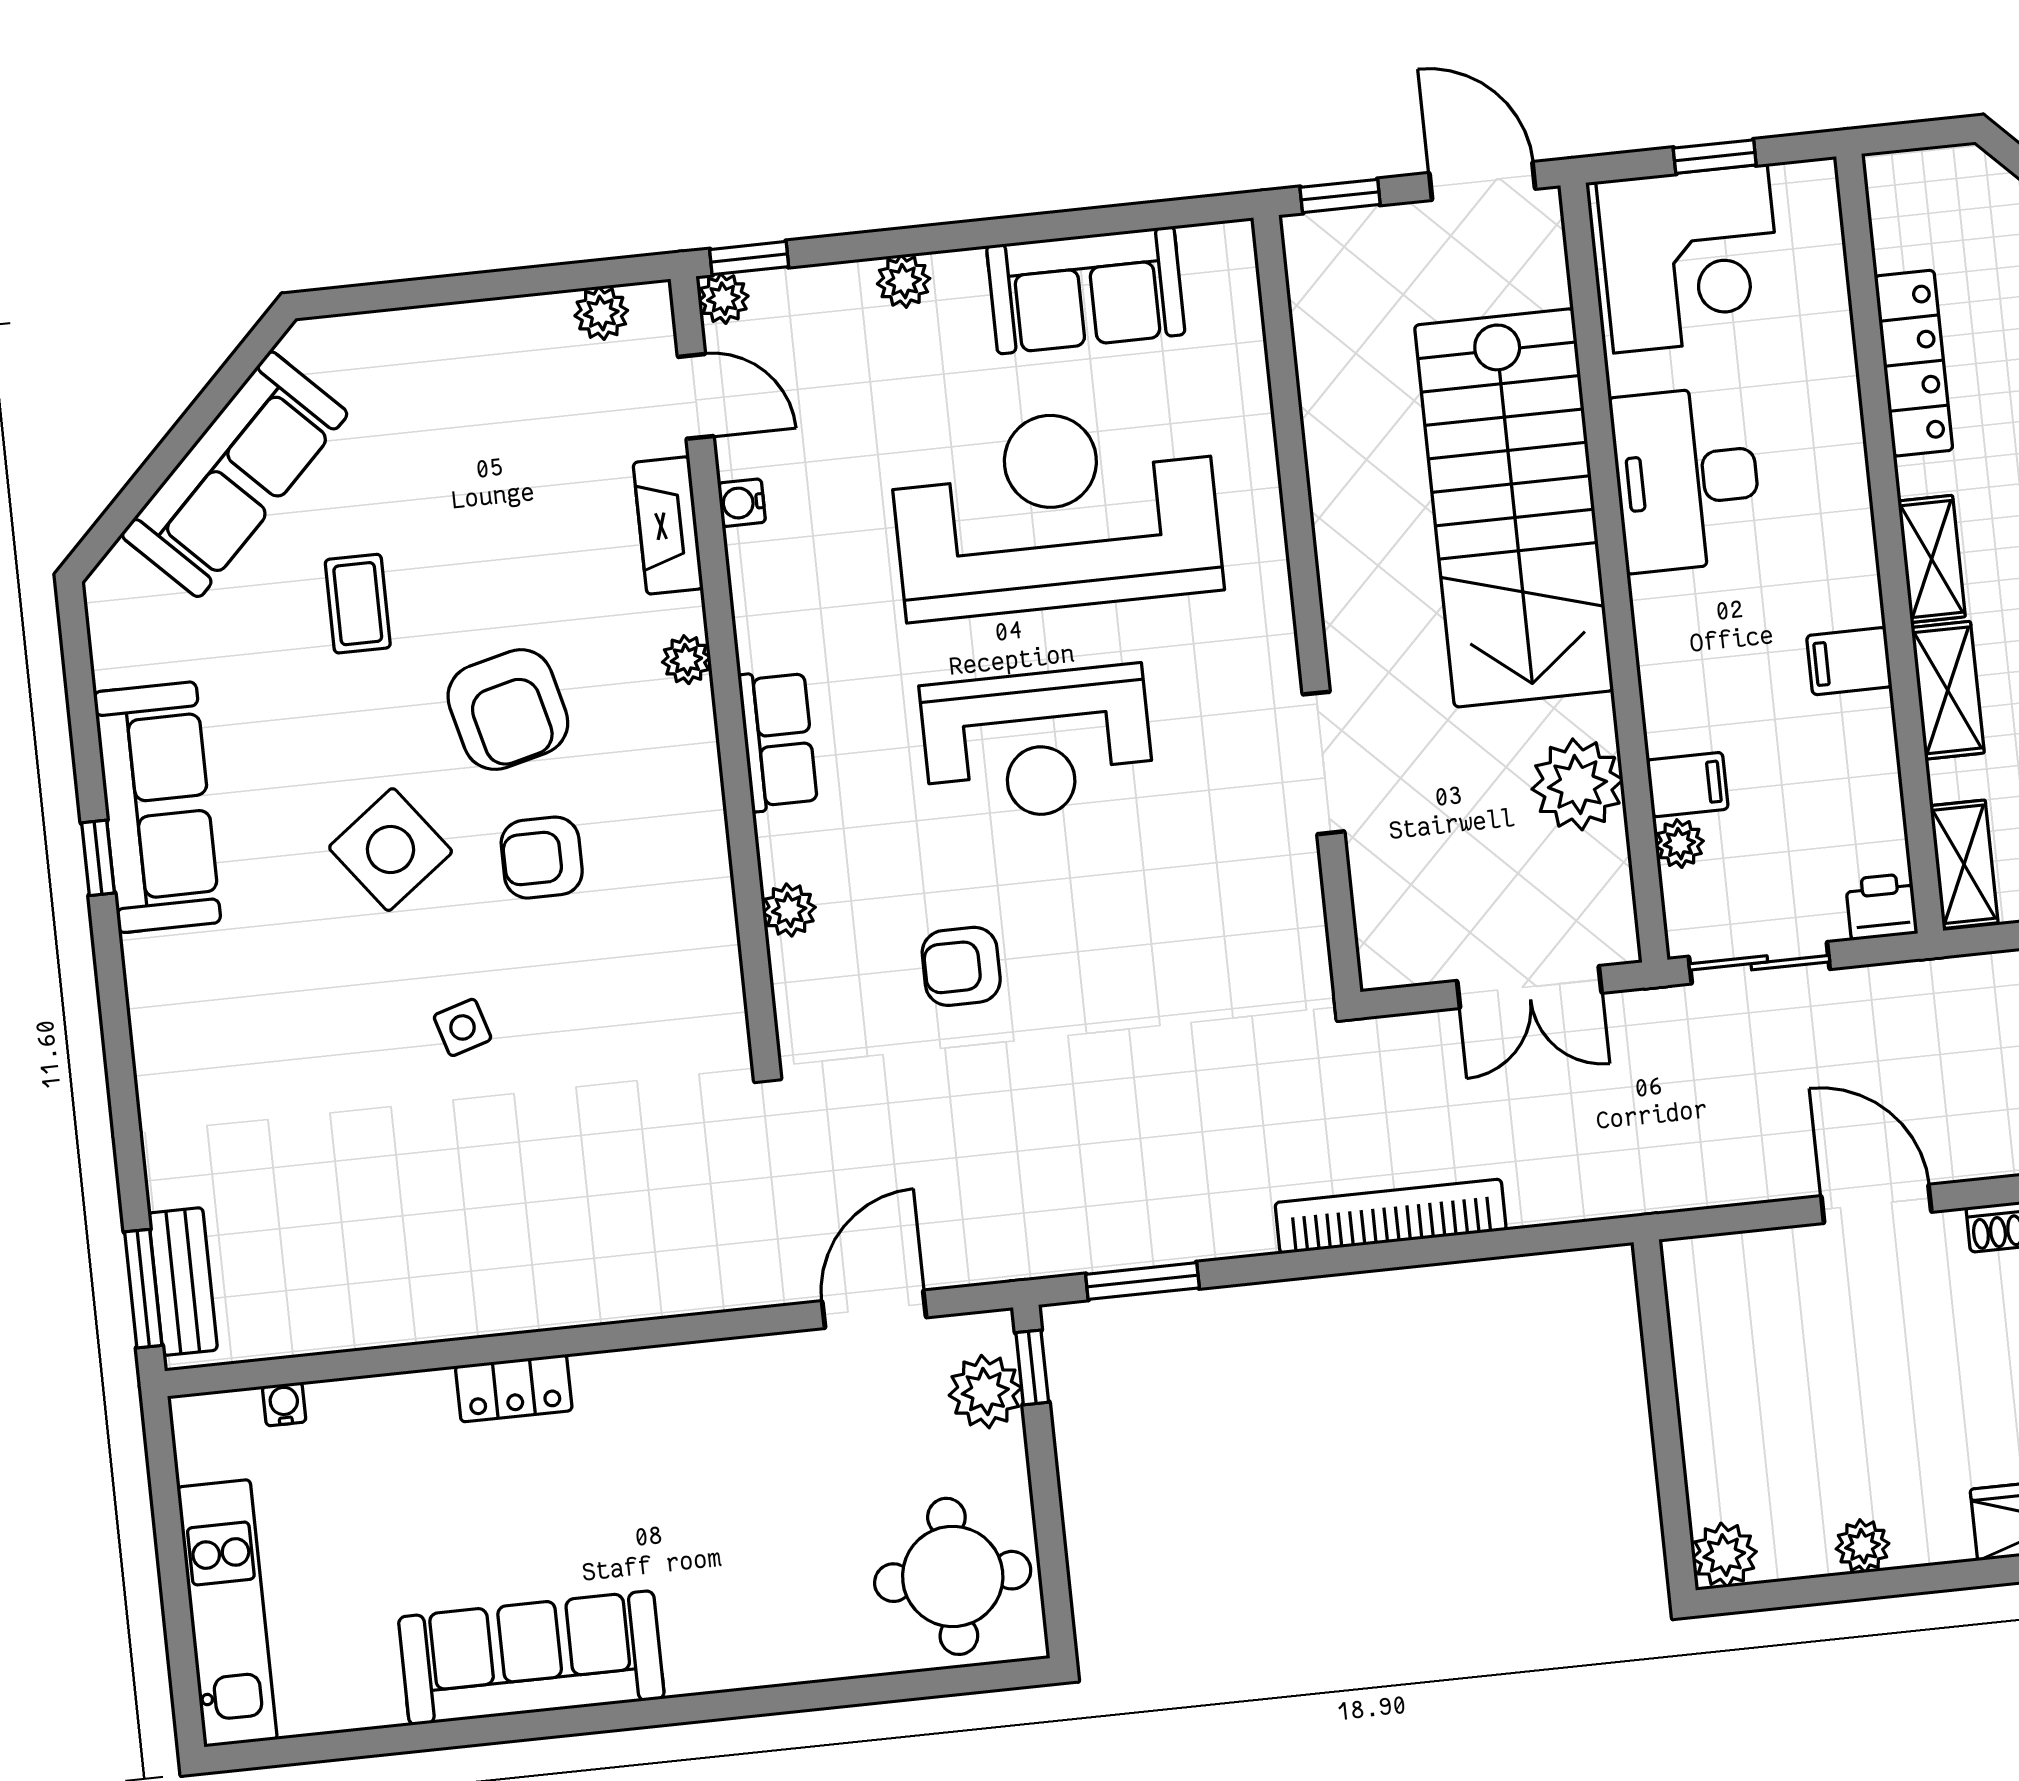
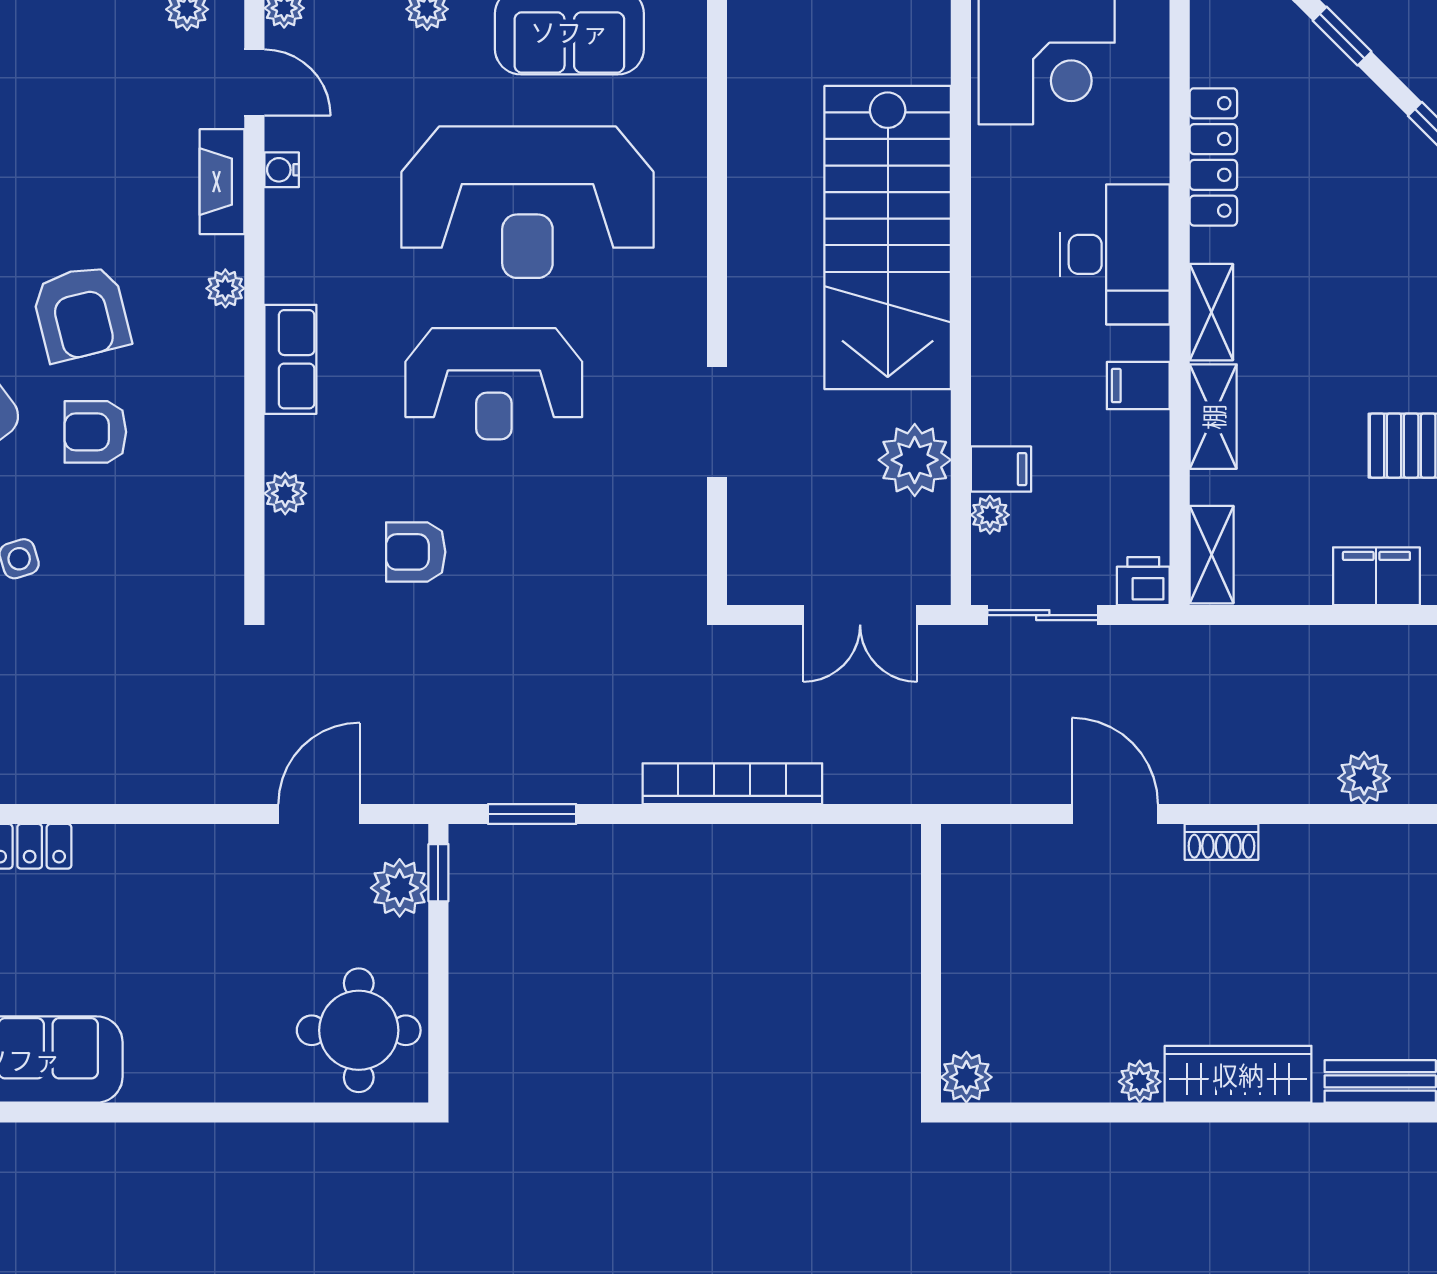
desk: (1687, 479) -> (1115, 254), moved, turned 180
reception desk: (1056, 511) -> (527, 202), turned 180
plant: (1863, 1546) -> (1140, 1082), moved

